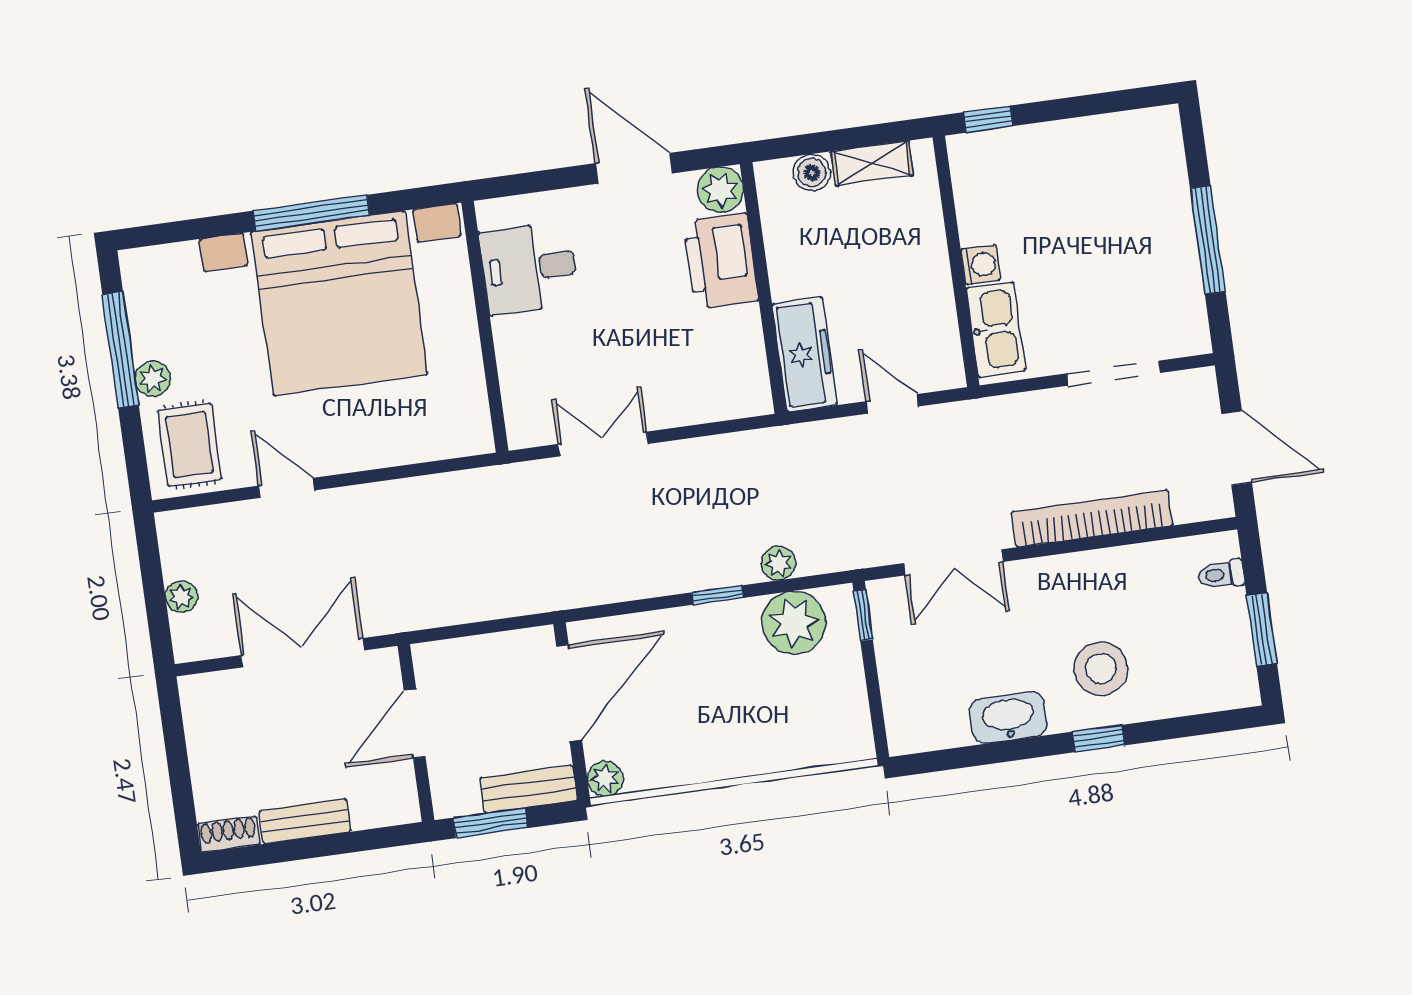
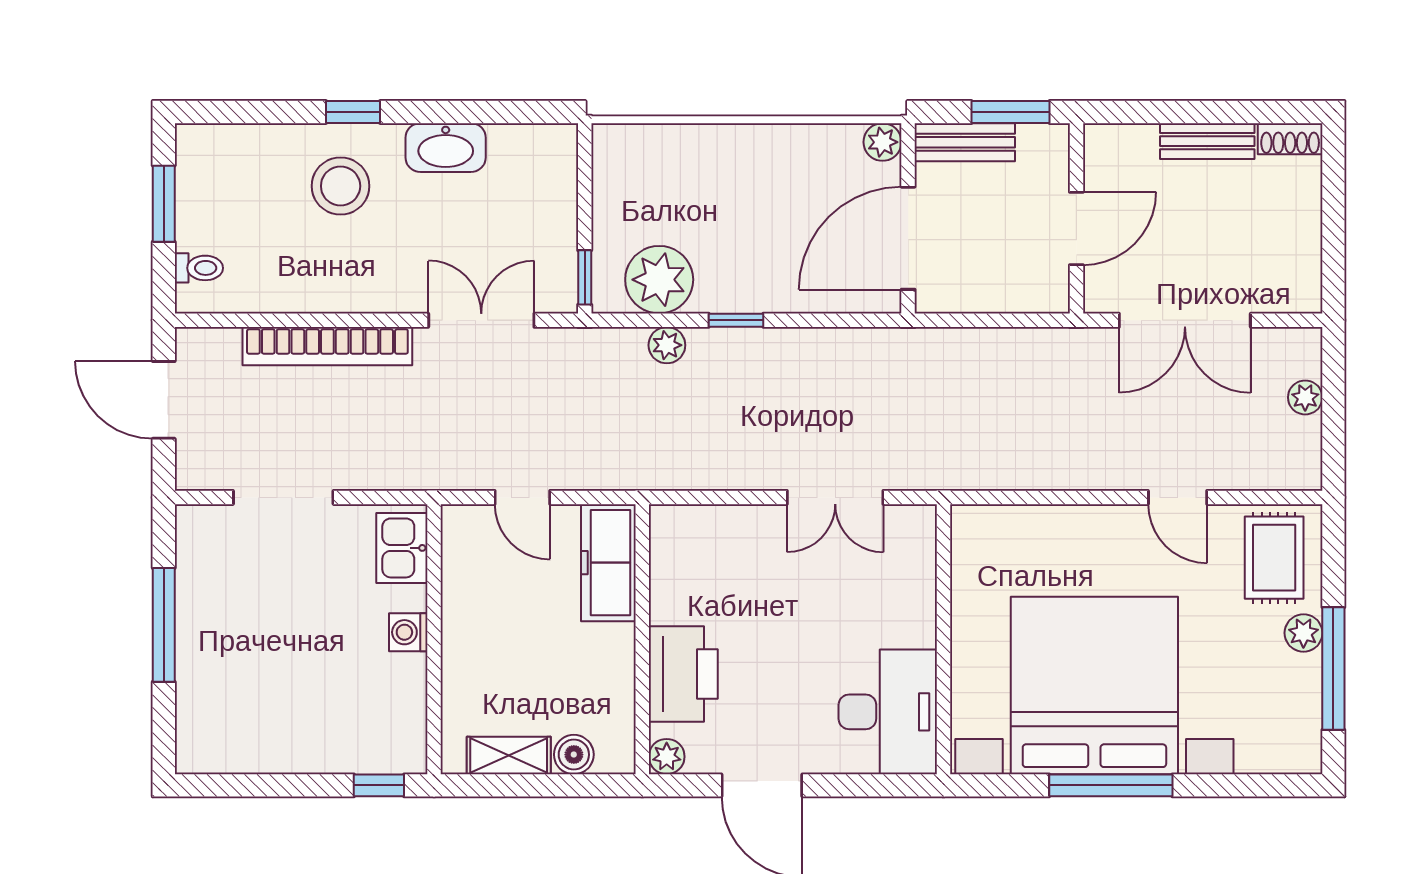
plant: (720, 190) -> (667, 757), width x0.73, depth x0.73
desk: (529, 268) -> (888, 712), width x1.37
kitchen sink: (996, 329) -> (402, 548), width x0.73

